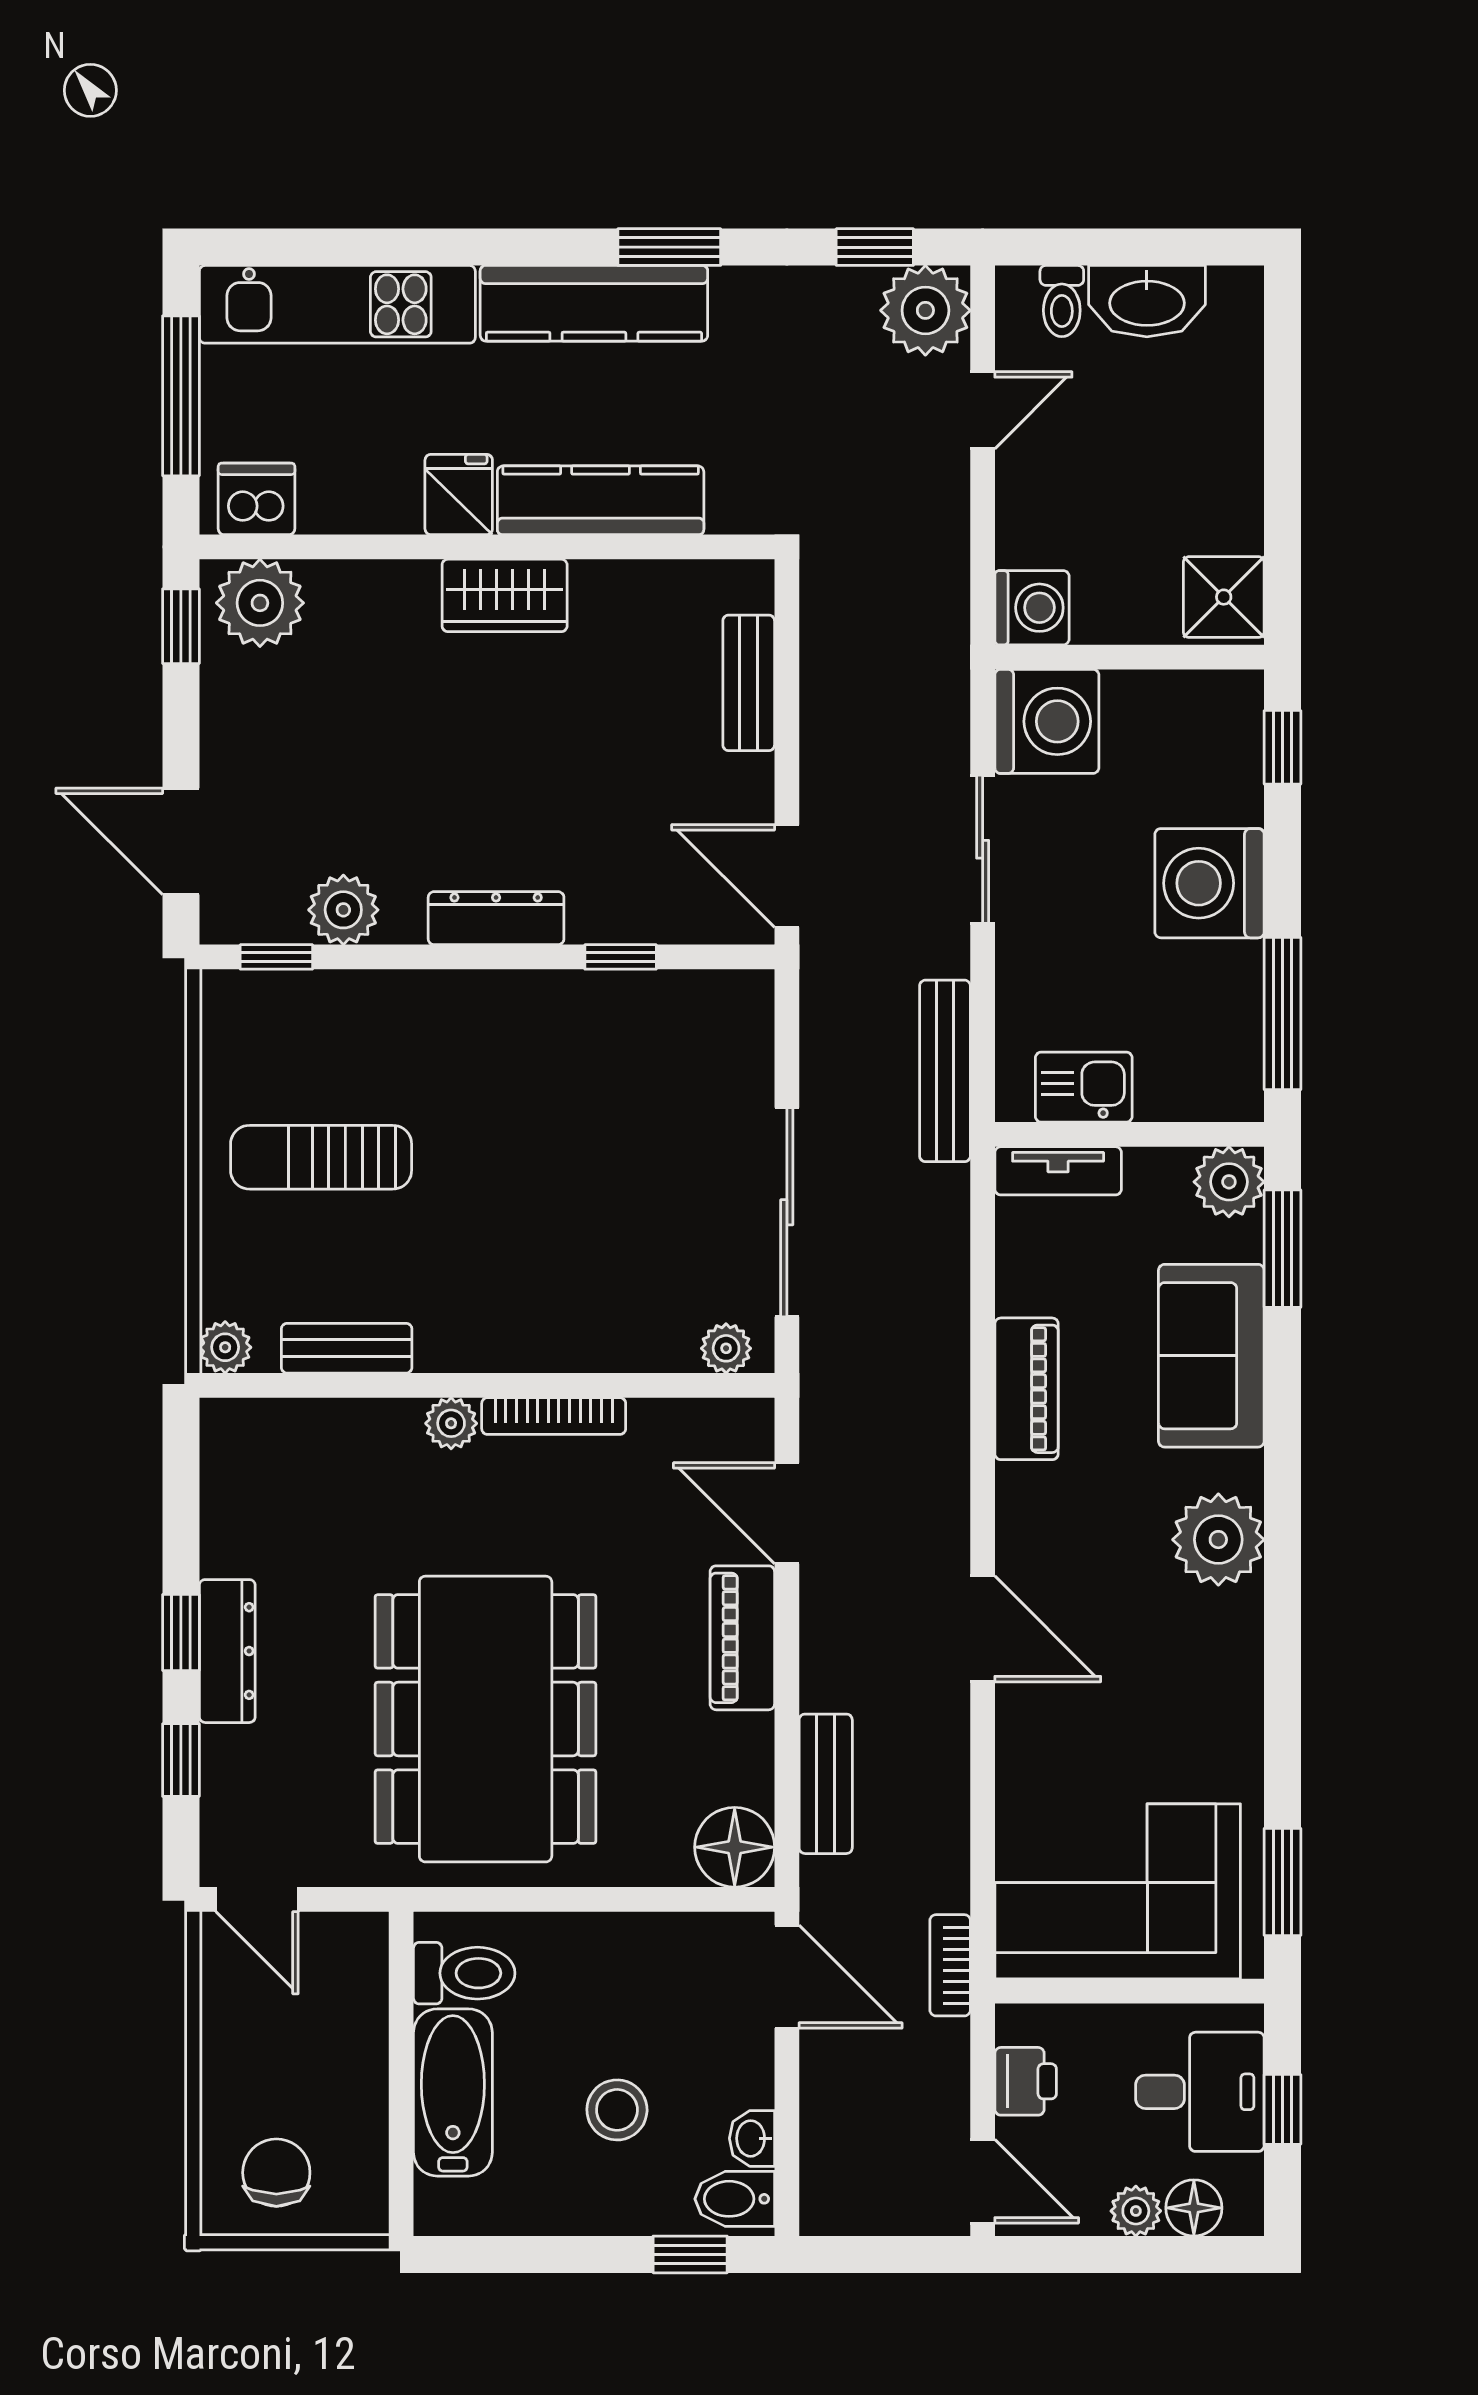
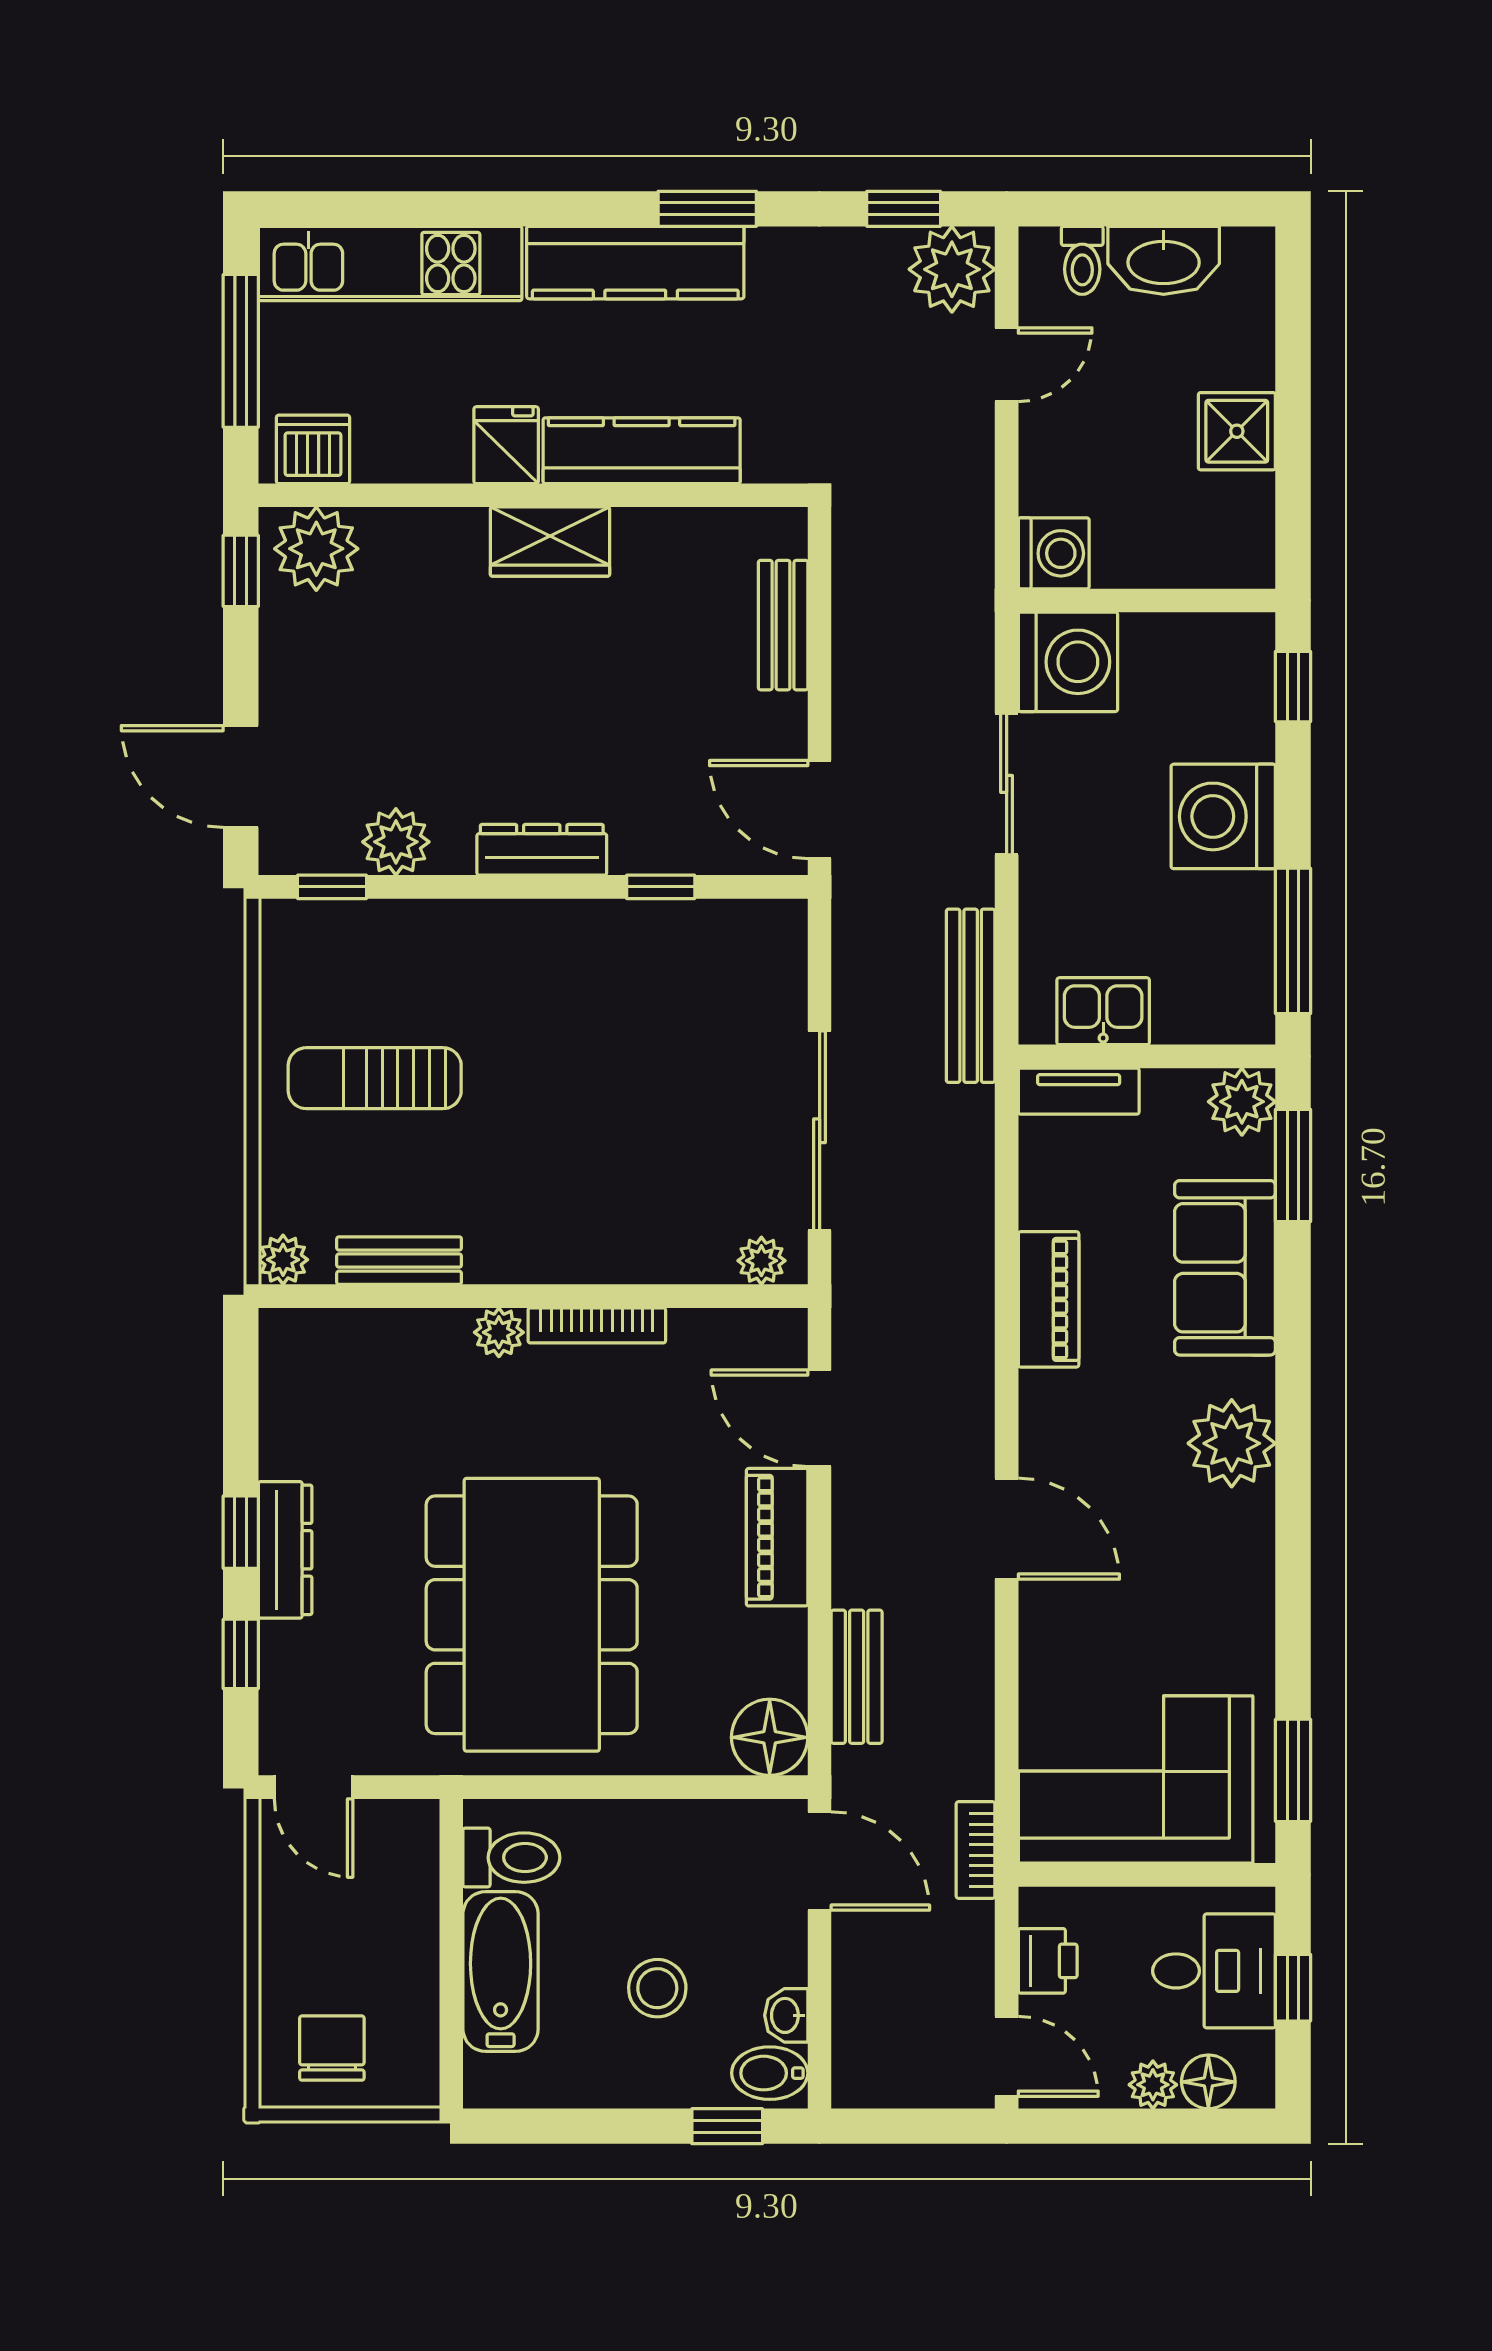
shower: (1224, 597) -> (1237, 431), moved

